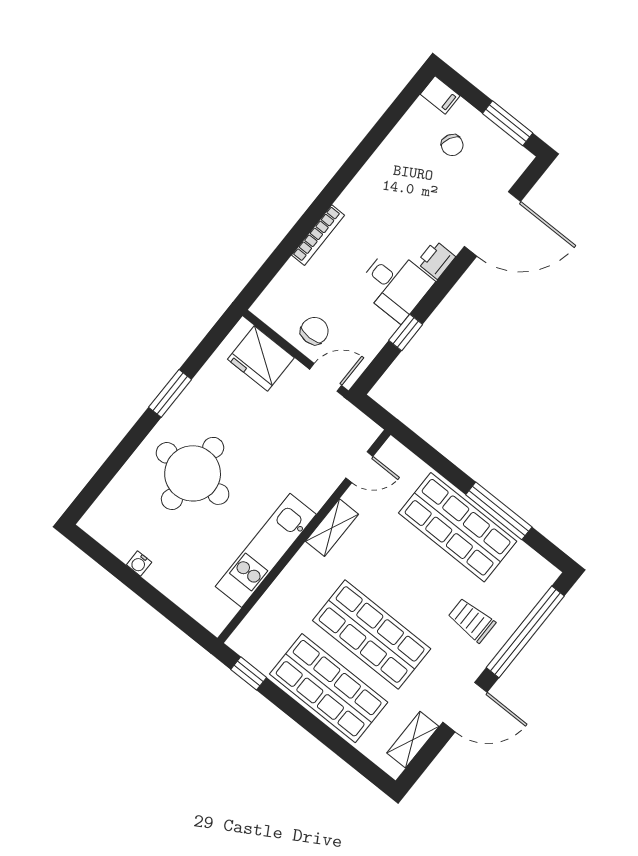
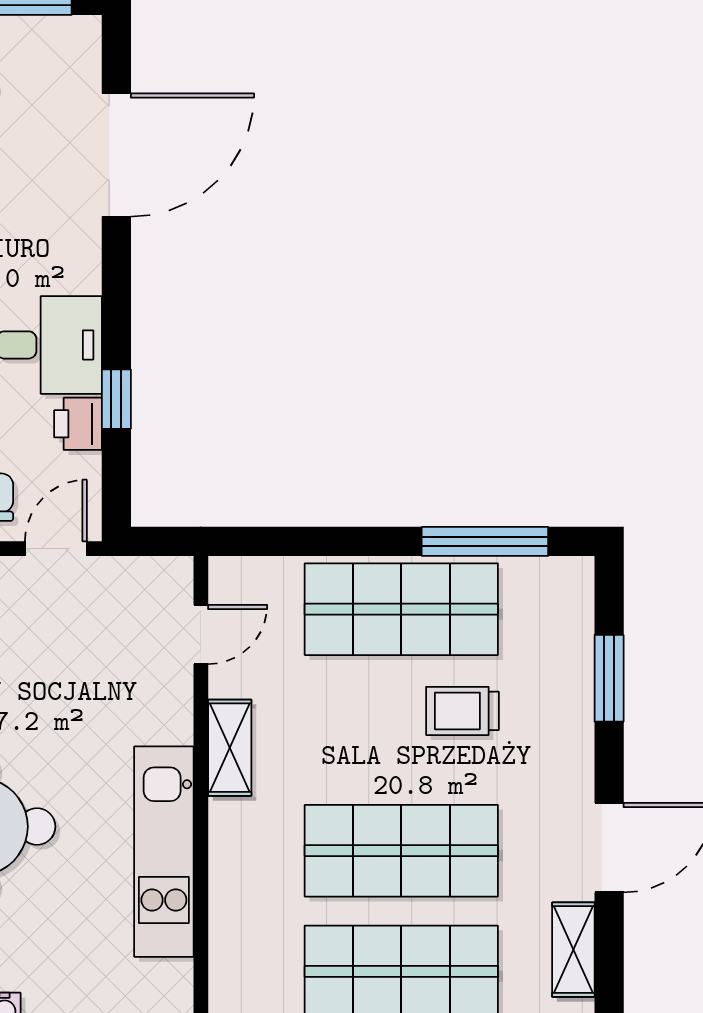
printer: (436, 260) -> (78, 424), moved
window: (499, 511) -> (485, 541), moved
trolley: (472, 620) -> (462, 711), moved
window: (525, 632) -> (609, 678), width x0.47

